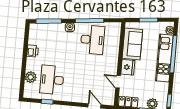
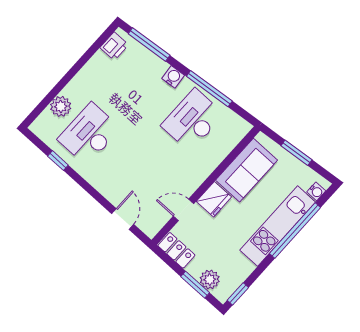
desk: (92, 40) -> (192, 120), turned 180
printer: (33, 51) -> (114, 46), moved
door: (118, 82) -> (183, 210), hinge flipped

